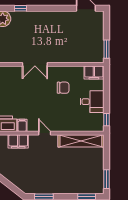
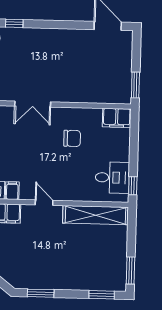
desk: (92, 102) -> (112, 178), moved

